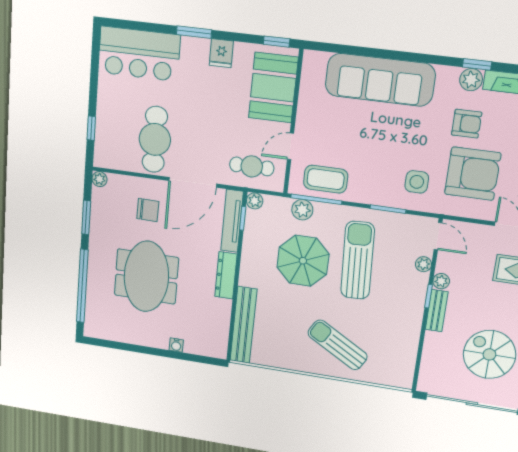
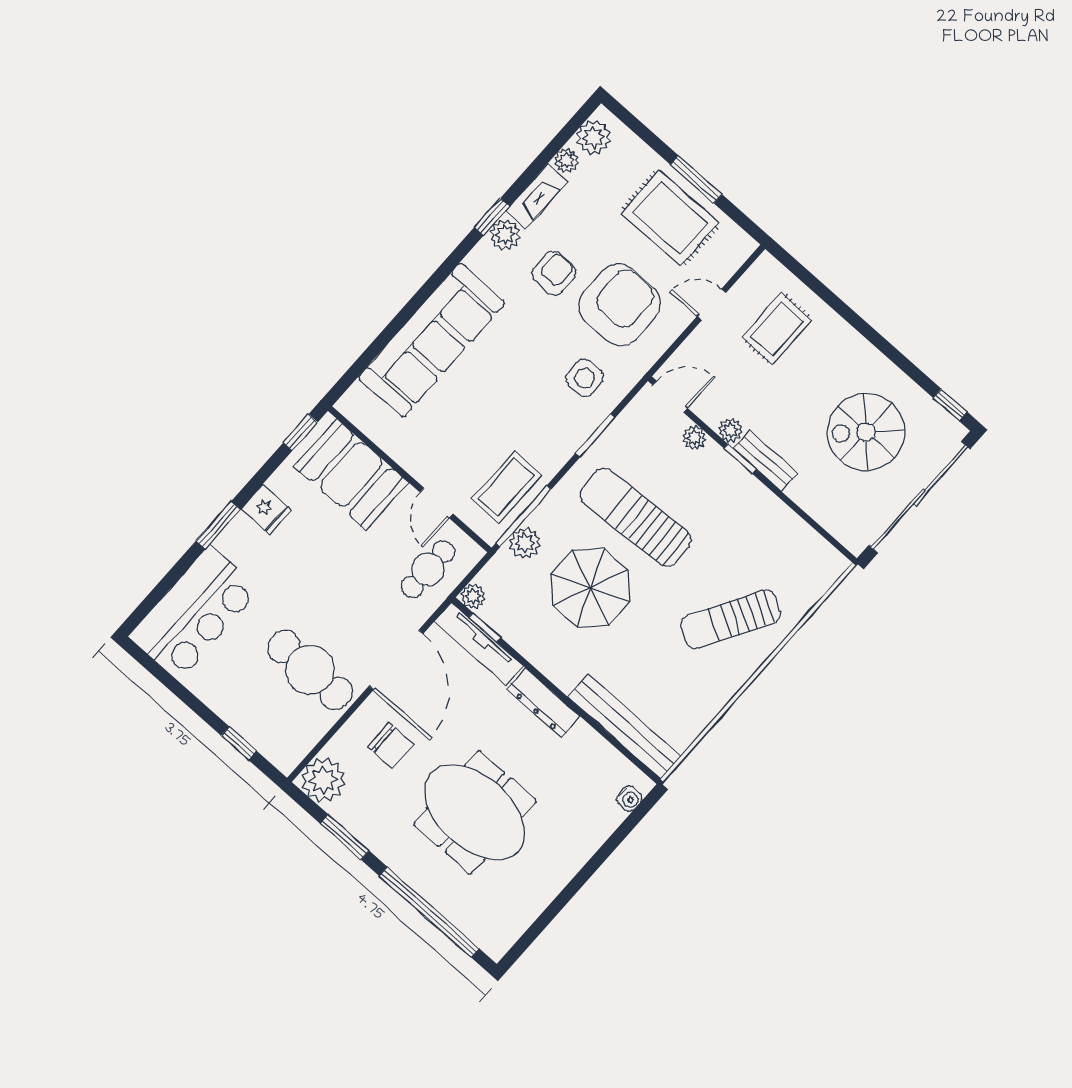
plant: (99, 179) -> (323, 780), width x1.88, depth x1.88
chair: (148, 210) -> (391, 746), turned 89
water cooler: (176, 345) -> (629, 799), moved

